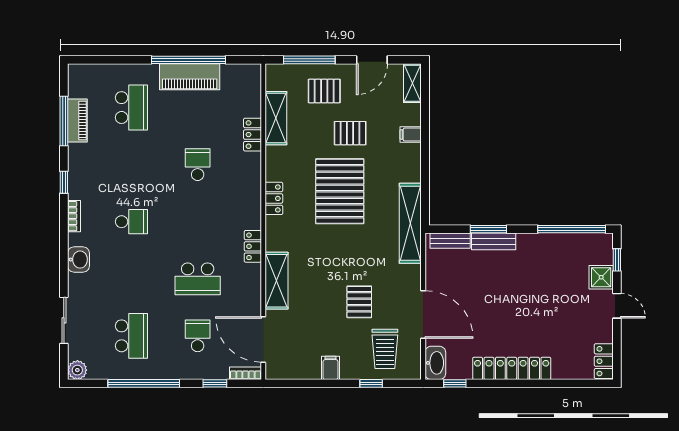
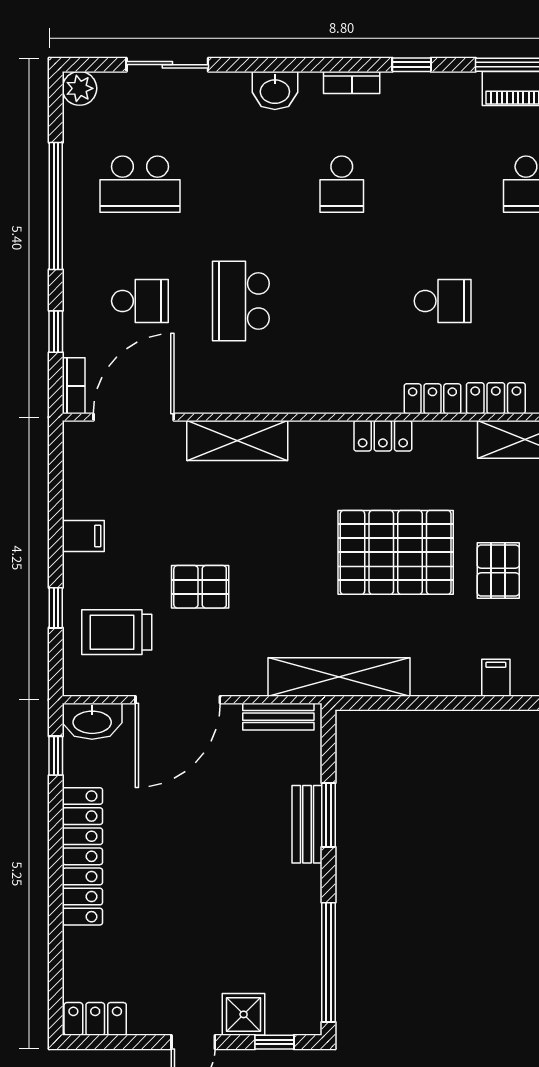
bench: (450, 241) -> (278, 717), moved, turned 90
locker: (253, 246) -> (432, 399), moved

